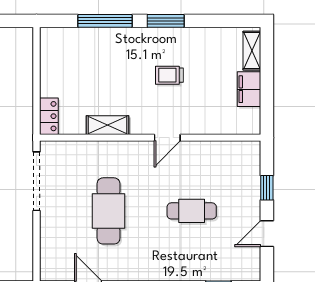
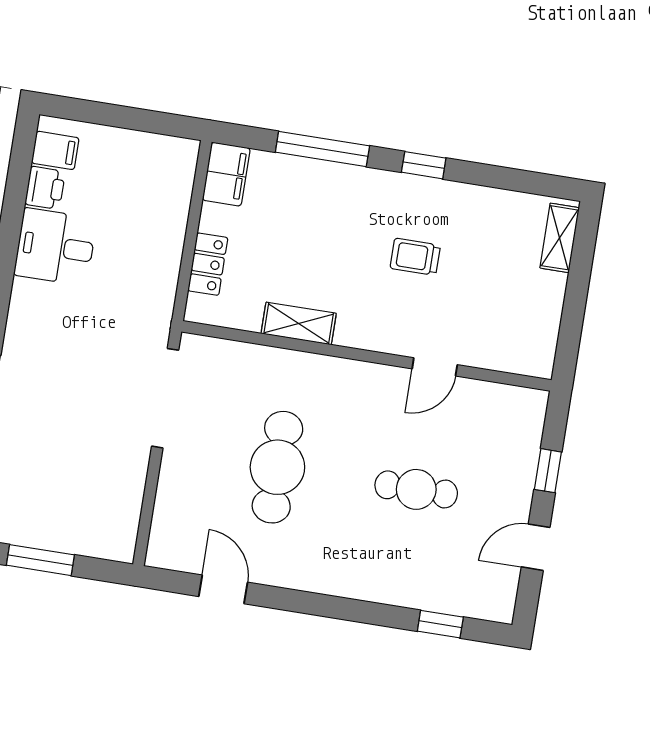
window: (166, 21) -> (424, 165), width x0.67
filing cabinet: (249, 89) -> (226, 174), moved, turned 180
locker: (49, 116) -> (208, 264), moved
door: (167, 138) -> (435, 367), moved

